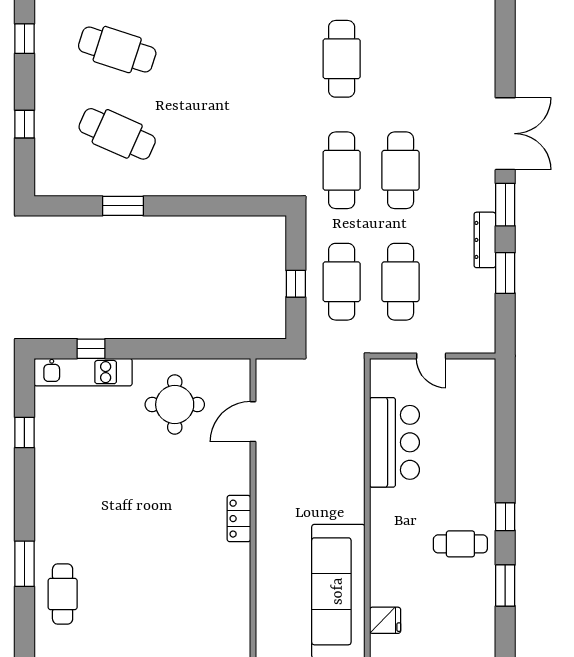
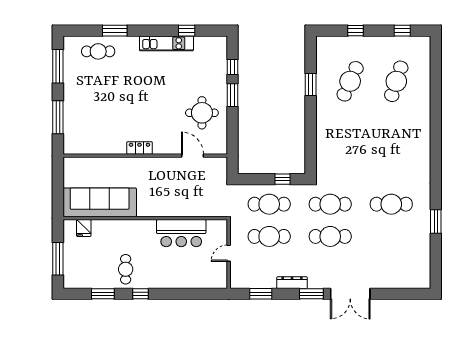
window: (505, 273) -> (261, 294), moved
window: (296, 284) -> (283, 179), moved
window: (142, 349) -> (232, 95), added
kitchen unit: (83, 372) -> (166, 43), moved, turned -90

